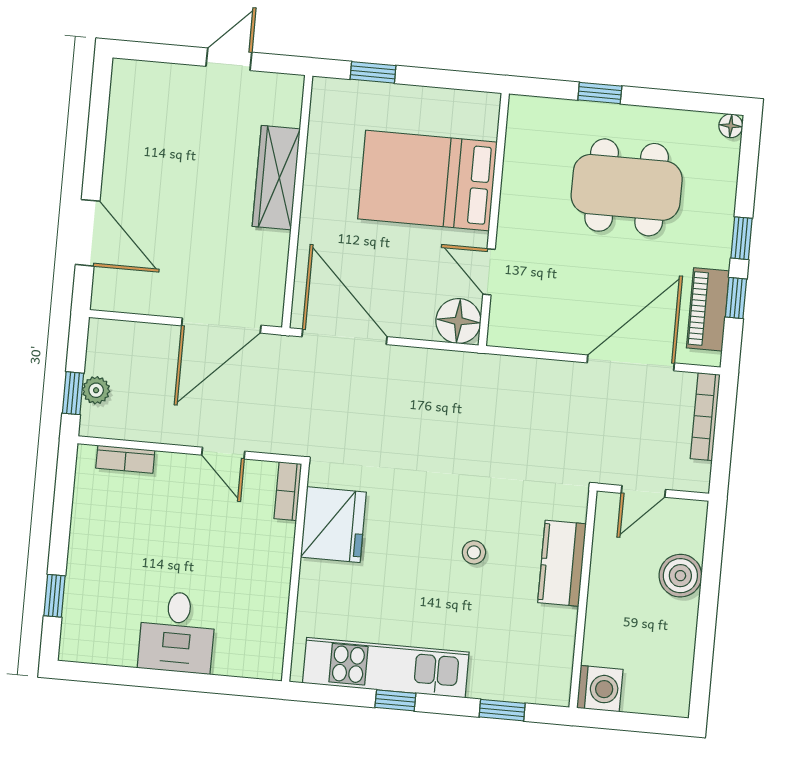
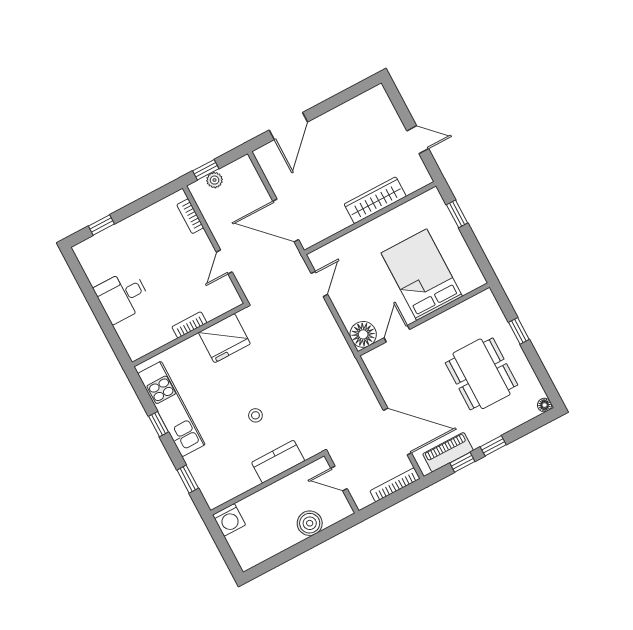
door: (344, 337) -> (319, 284), width x0.53
bookcase: (288, 491) -> (189, 325), moved

